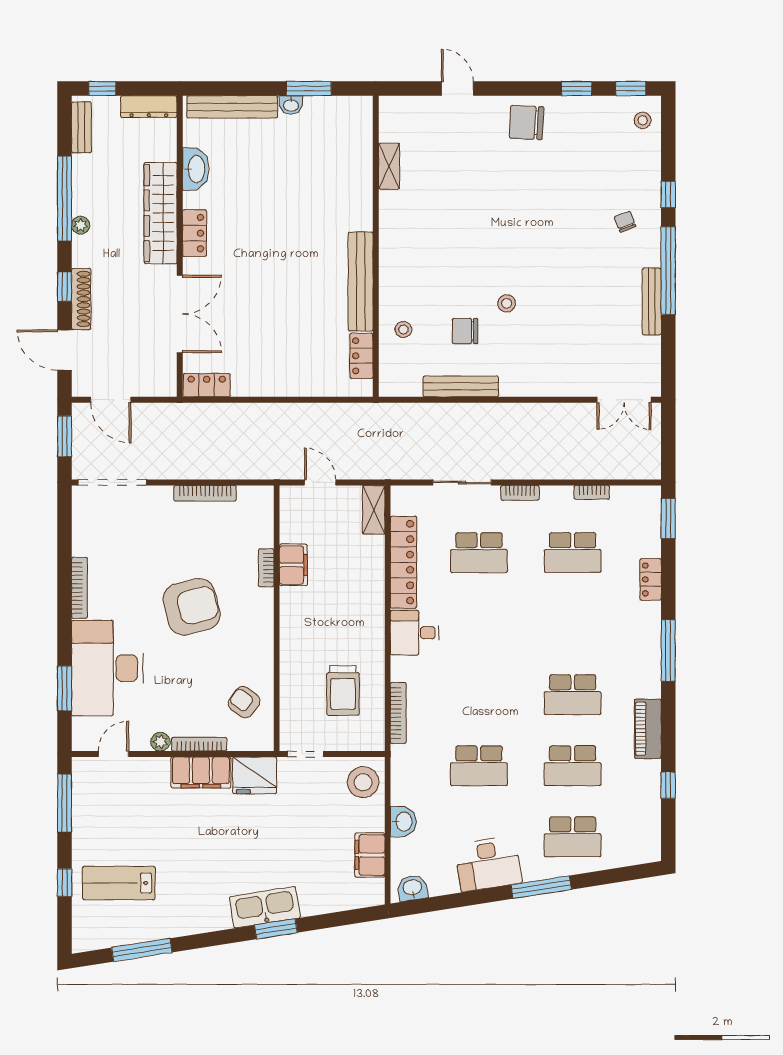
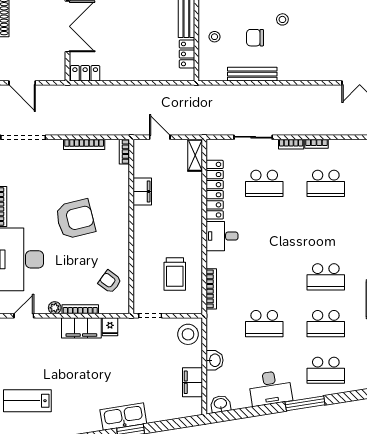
bookcase: (592, 492) -> (316, 144), moved
bookcase: (266, 568) -> (124, 152), moved
fridge: (255, 775) -> (110, 327), width x0.53, depth x0.75

